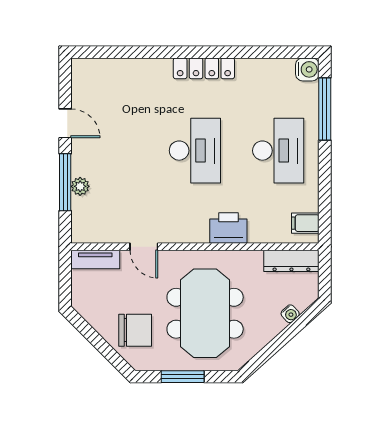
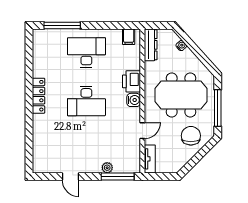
water cooler: (307, 69) -> (134, 100), moved, turned 90
door: (65, 123) -> (71, 176), swing flipped
desk: (195, 151) -> (86, 101), turned 180
window: (65, 182) -> (118, 176), moved
window: (183, 377) -> (218, 108), width x1.44

